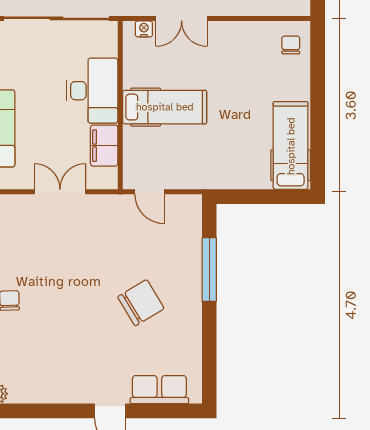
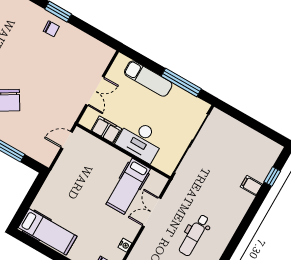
nightstand: (144, 29) -> (125, 245), moved
hospital bed: (165, 107) -> (128, 186), moved

